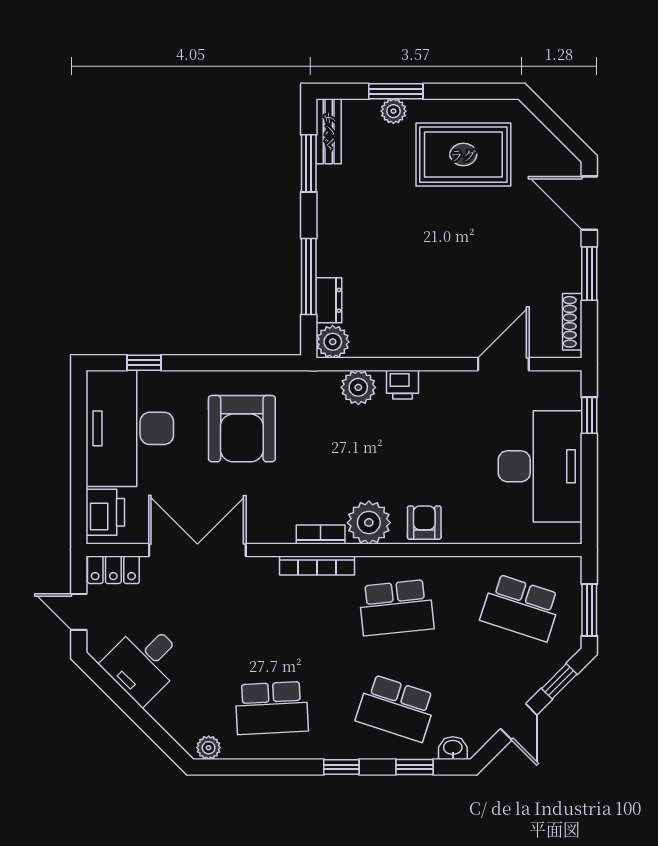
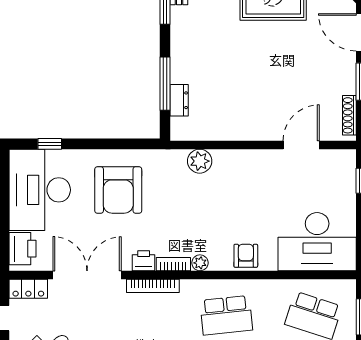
plant: (333, 342) -> (182, 129), removed
printer: (403, 385) -> (144, 261), moved, turned 180
desk: (540, 466) -> (317, 242), moved, turned 90
plant: (369, 523) -> (200, 263), width x0.53, depth x0.53
bookcase: (317, 566) -> (153, 286), moved

